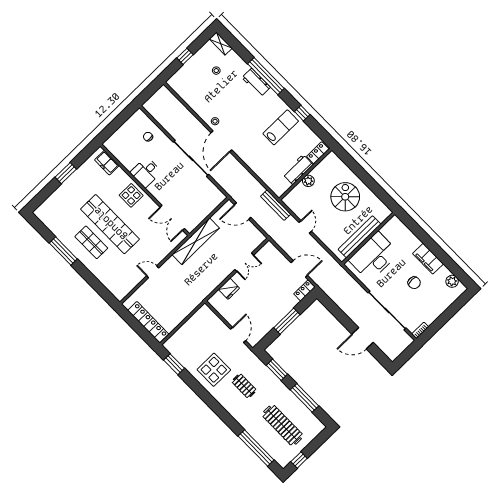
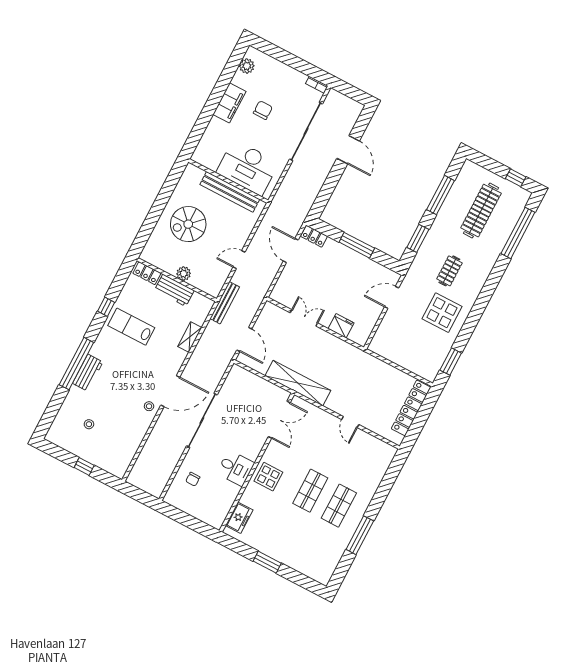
shelving: (221, 44) -> (190, 337), moved
shop shelf: (110, 224) -> (310, 491), width x0.50, depth x0.74

